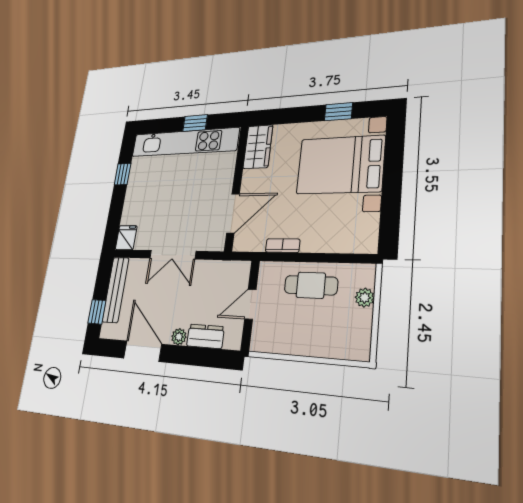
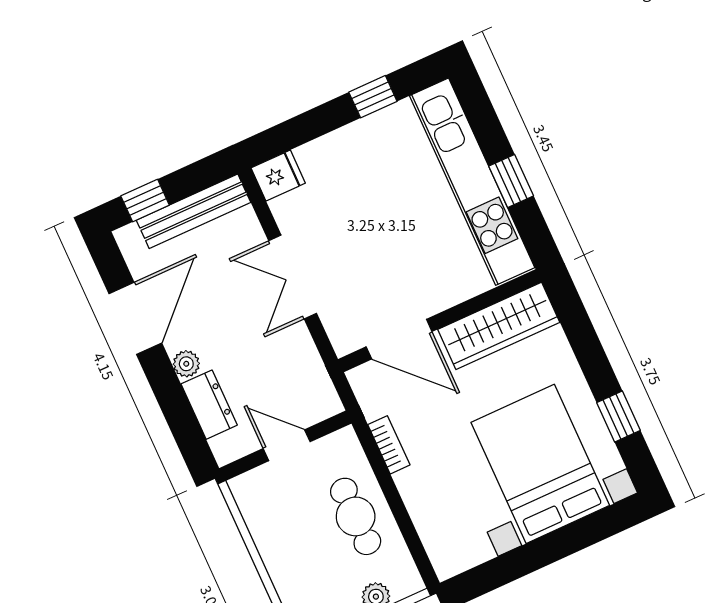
wardrobe: (258, 147) -> (499, 326), width x1.50

